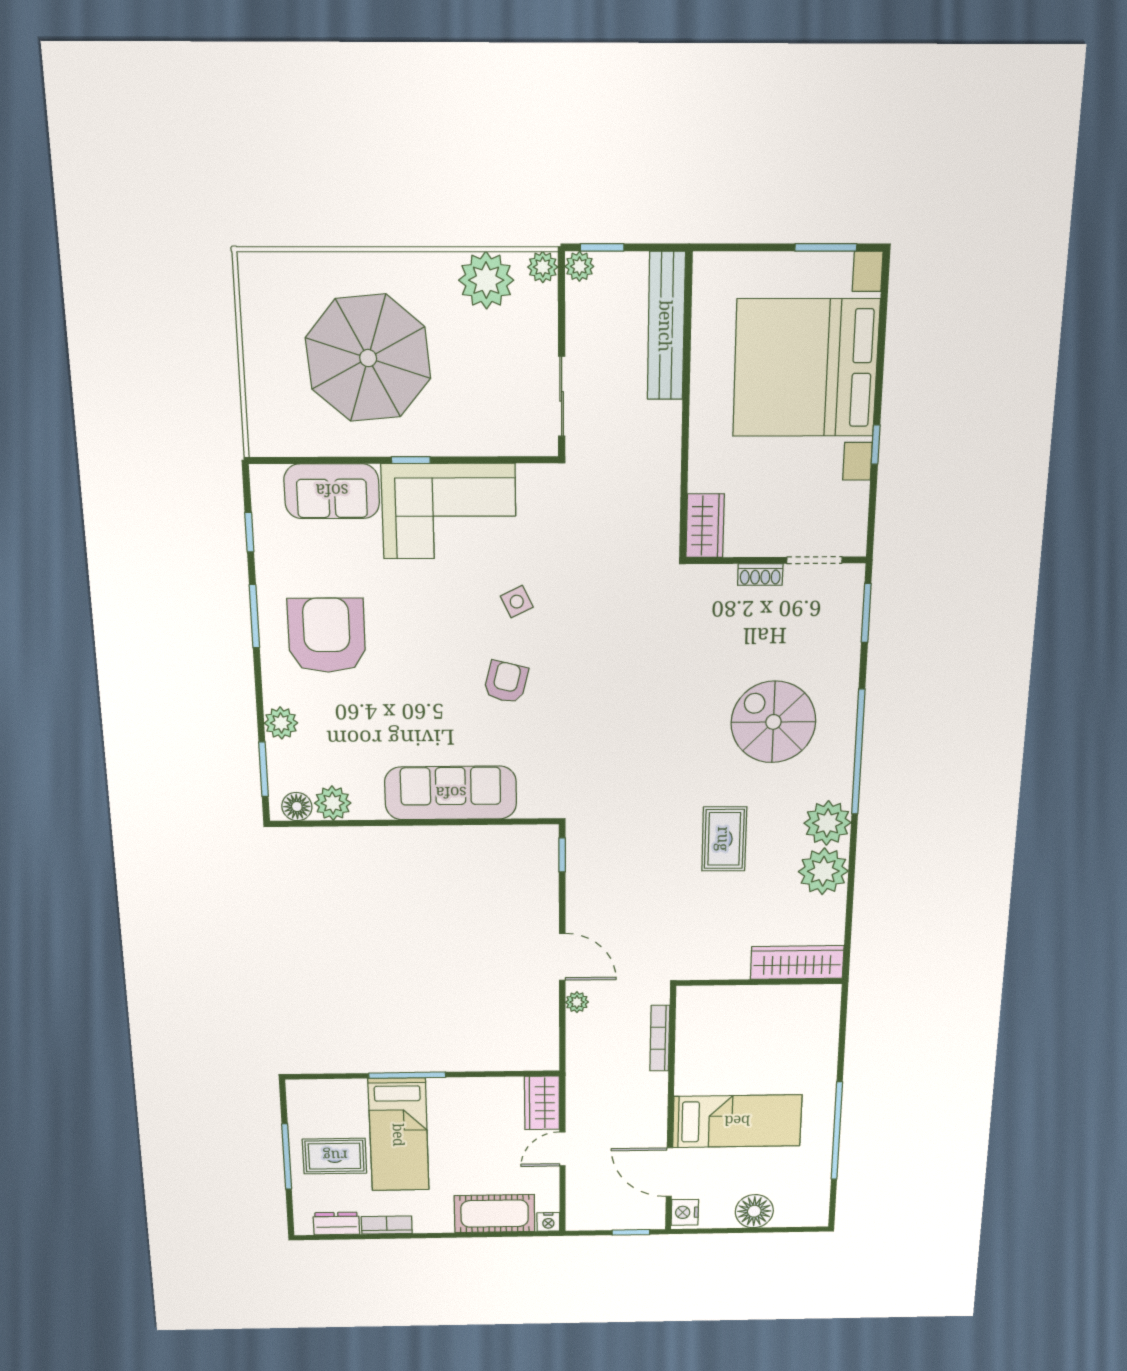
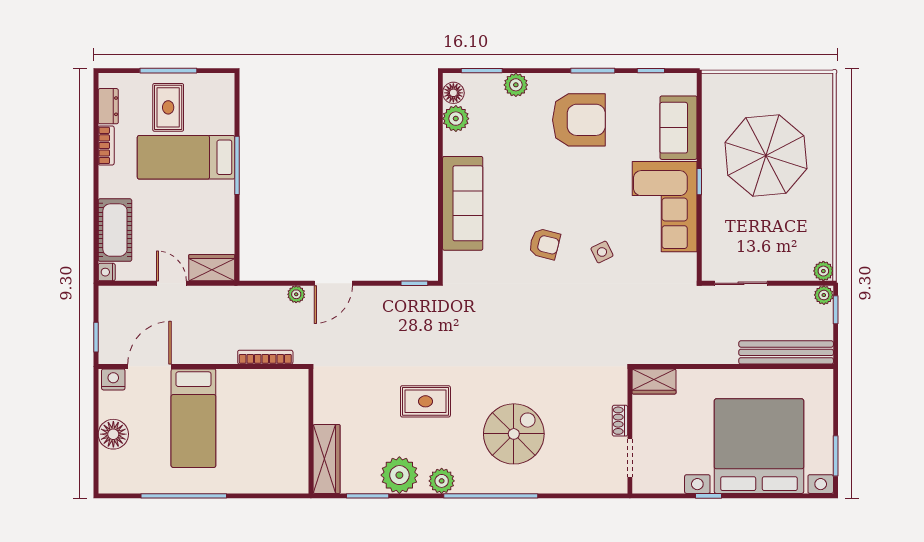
plant: (486, 280) -> (815, 234), removed
window: (866, 613) -> (368, 496), moved
plant: (827, 823) -> (442, 481), width x0.73, depth x0.73

